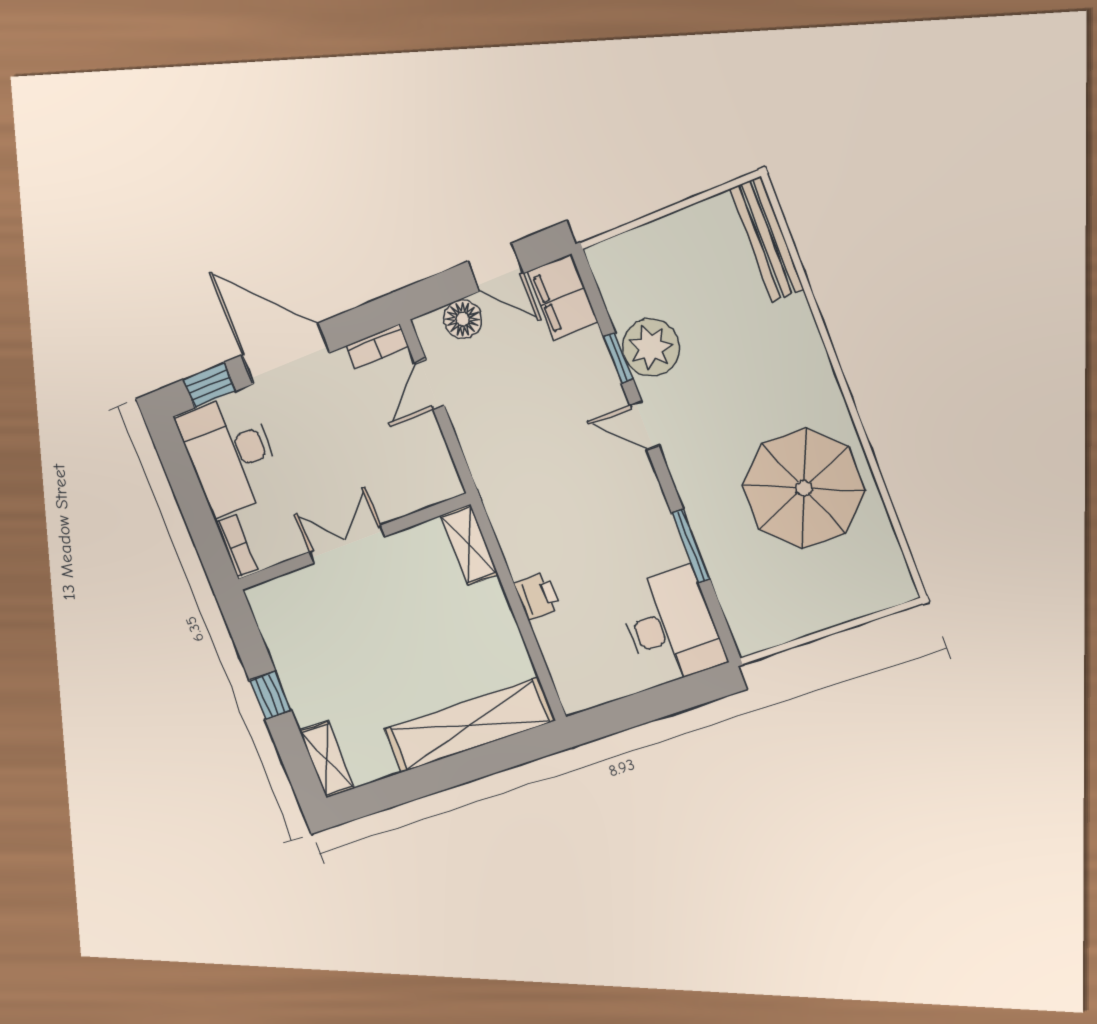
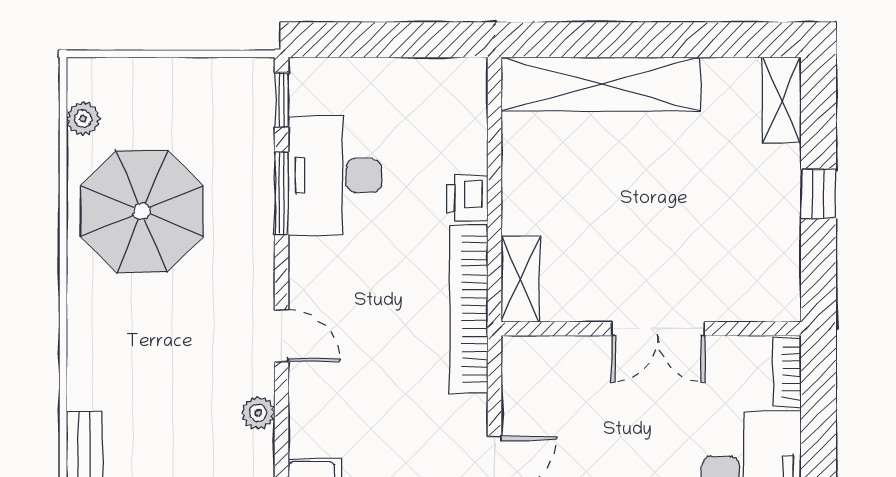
plant: (651, 347) -> (258, 413), width x0.53, depth x0.53
window: (618, 358) -> (281, 100), moved
bookcase: (500, 505) -> (469, 309), added
plant: (886, 550) -> (83, 119), added
desk: (671, 626) -> (335, 176), moved

